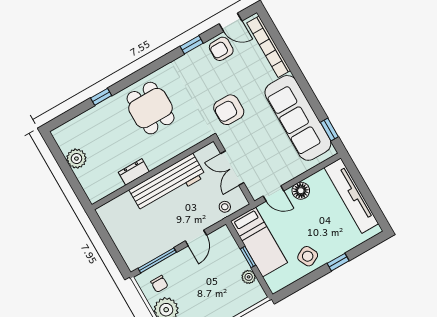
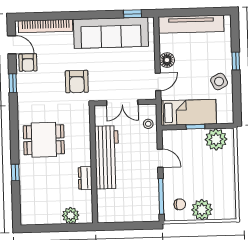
door: (231, 22) -> (12, 45), hinge flipped
plant: (76, 159) -> (71, 215), moved
plant: (249, 277) -> (216, 139), width x1.88, depth x1.88

